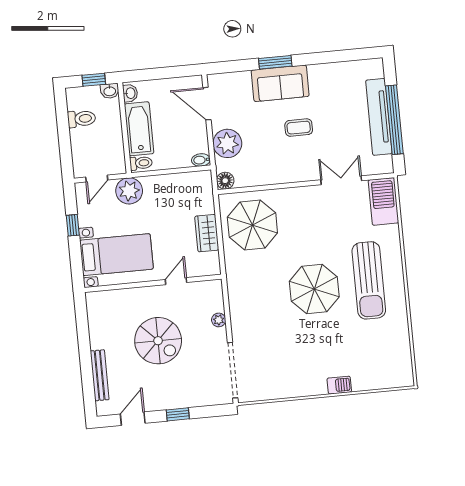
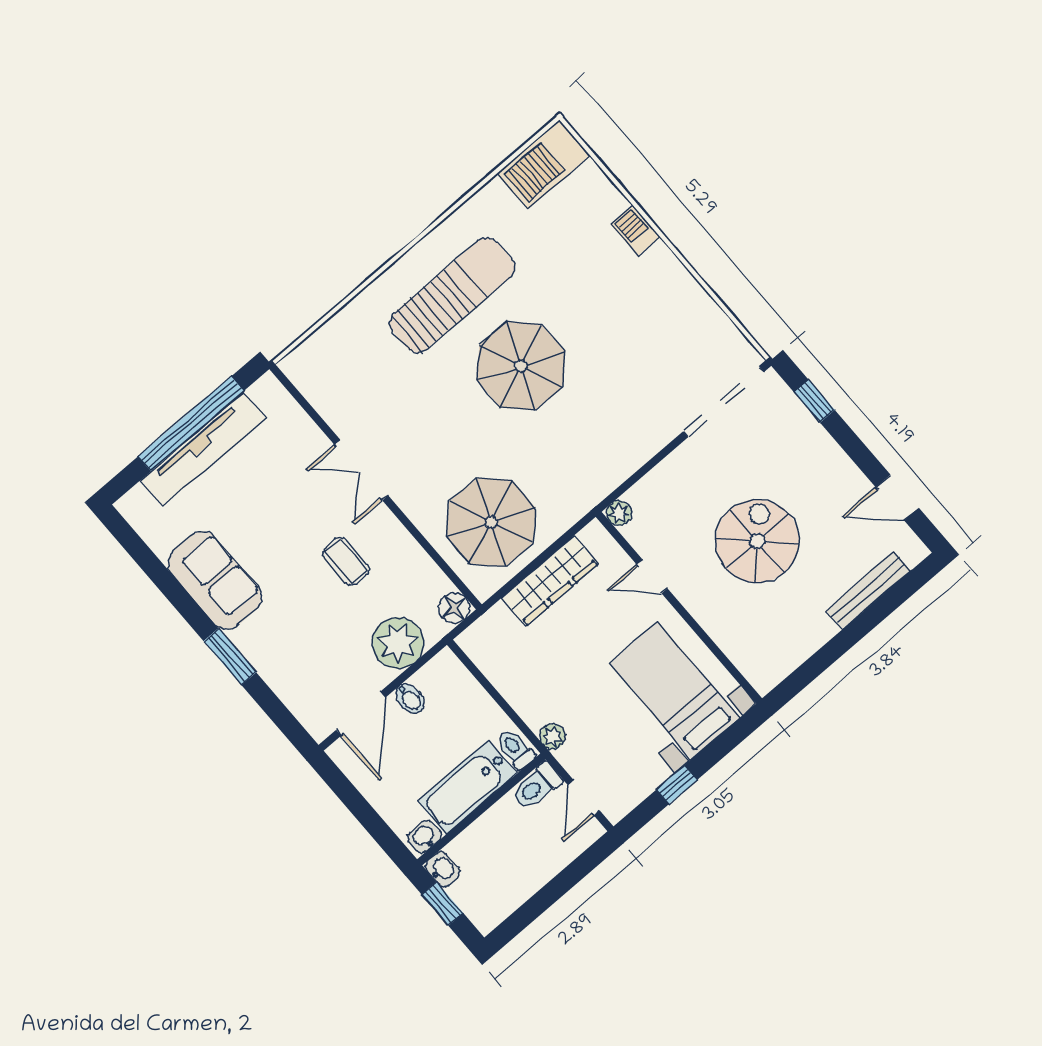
sofa: (280, 83) -> (215, 580), moved
toilet: (82, 119) -> (537, 786), moved, turned -90
coffee table: (299, 128) -> (346, 561), moved
bidet: (201, 160) -> (410, 699), moved
door: (97, 178) -> (584, 798), swing flipped
double door: (341, 180) -> (361, 470), moved
plant: (129, 191) -> (553, 736), width x0.53, depth x0.53
barbecue: (383, 201) -> (544, 164), moved
wardrobe: (207, 233) -> (550, 581), width x1.50
plant: (219, 320) -> (619, 513), moved
window: (178, 414) -> (814, 401), moved

